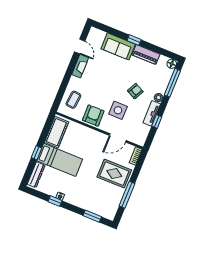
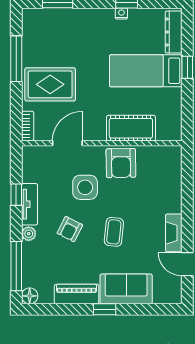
coffee table: (73, 100) -> (114, 232), moved
cot: (56, 132) -> (131, 128), moved, turned 90

